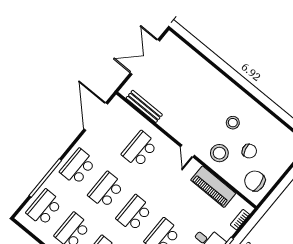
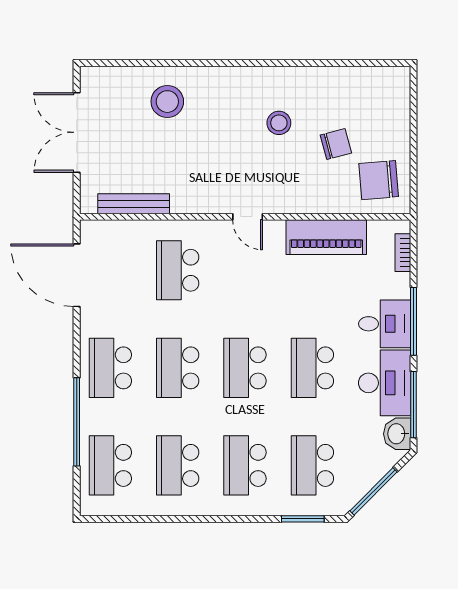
stool: (219, 153) -> (167, 102), moved

